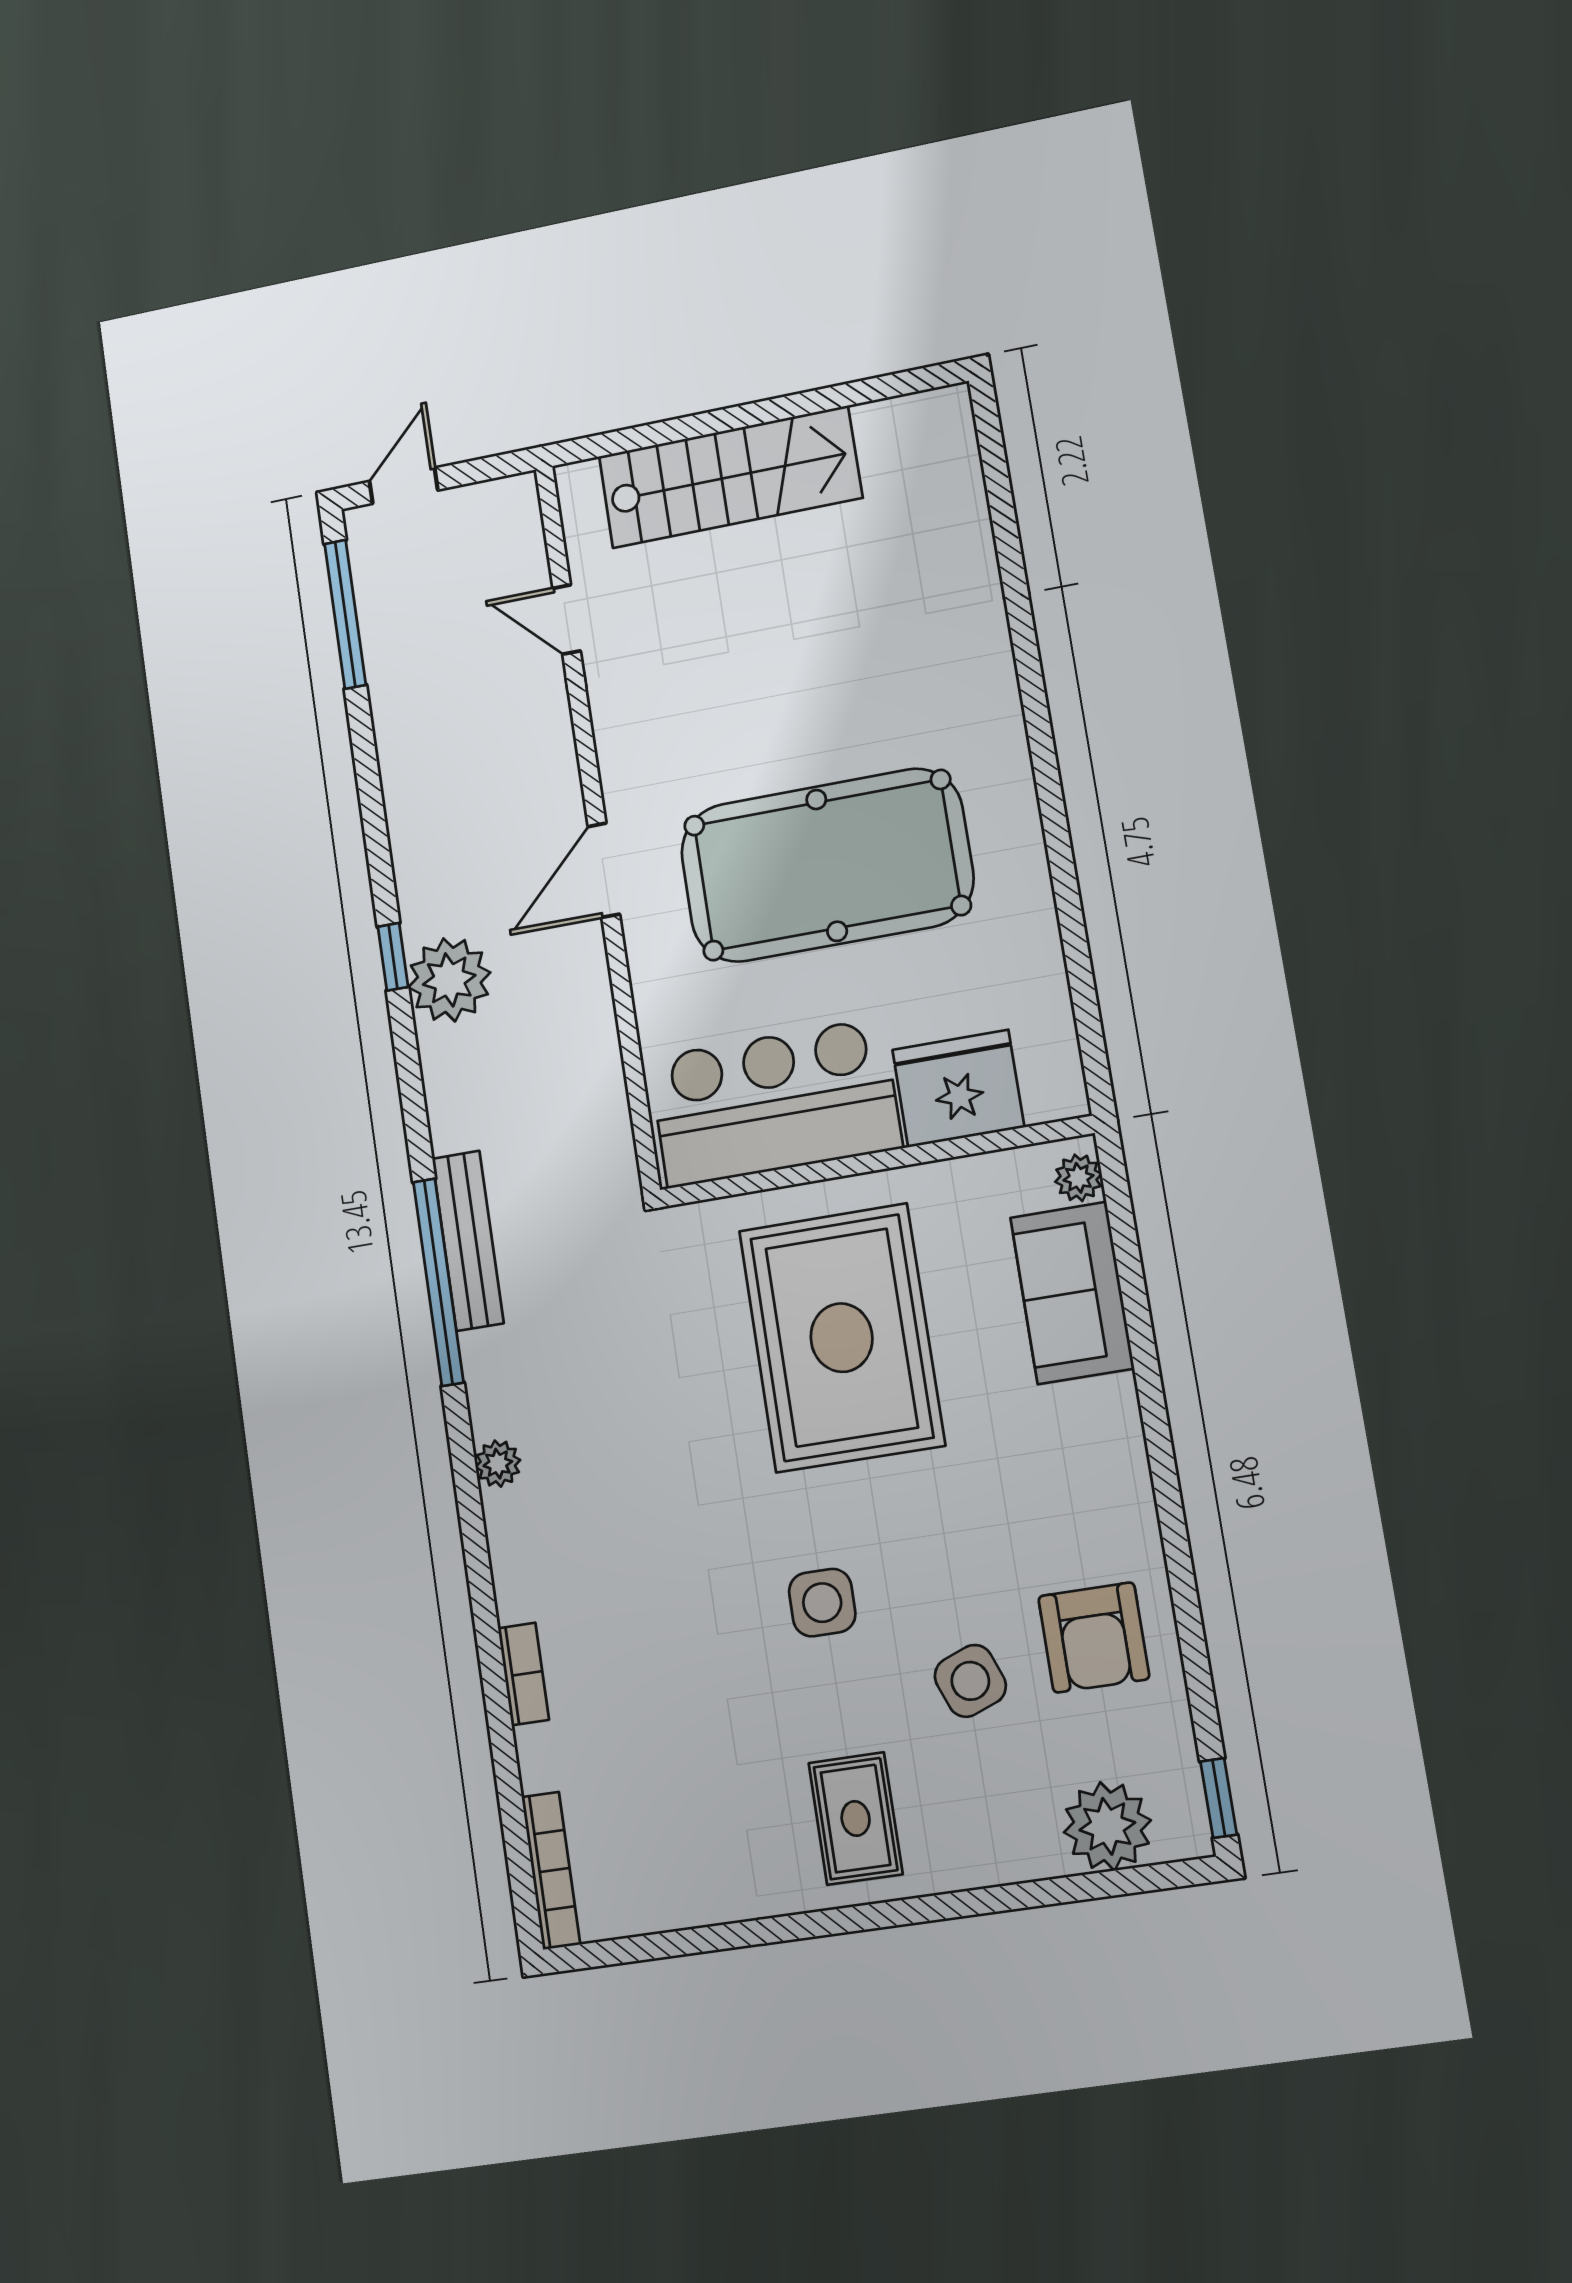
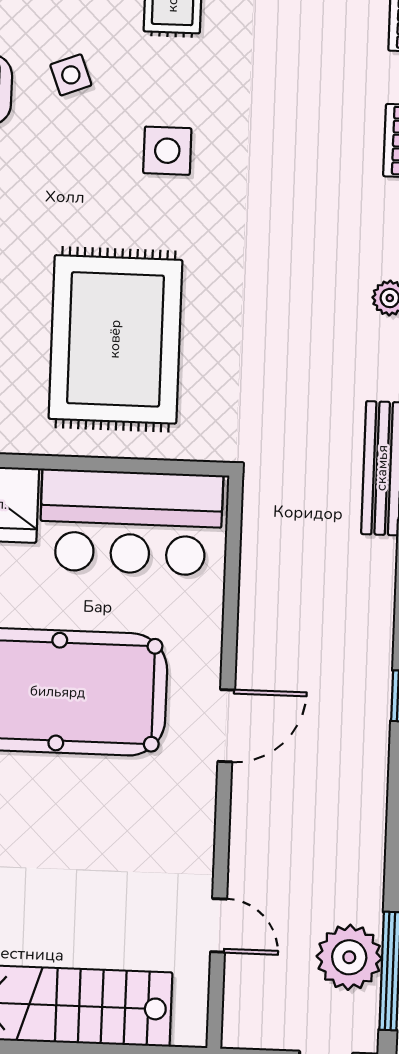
plant: (449, 980) -> (349, 957), moved
side table: (970, 1681) -> (71, 75), width x0.73, depth x0.73

